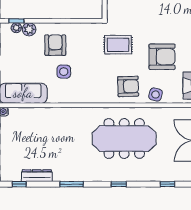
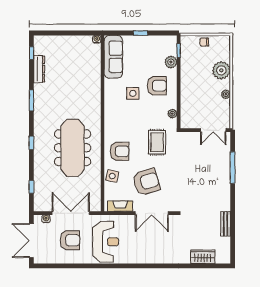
plant: (16, 28) -> (172, 114), moved
armchair: (162, 57) -> (146, 182), turned -107
armchair: (128, 86) -> (120, 151), turned -88

